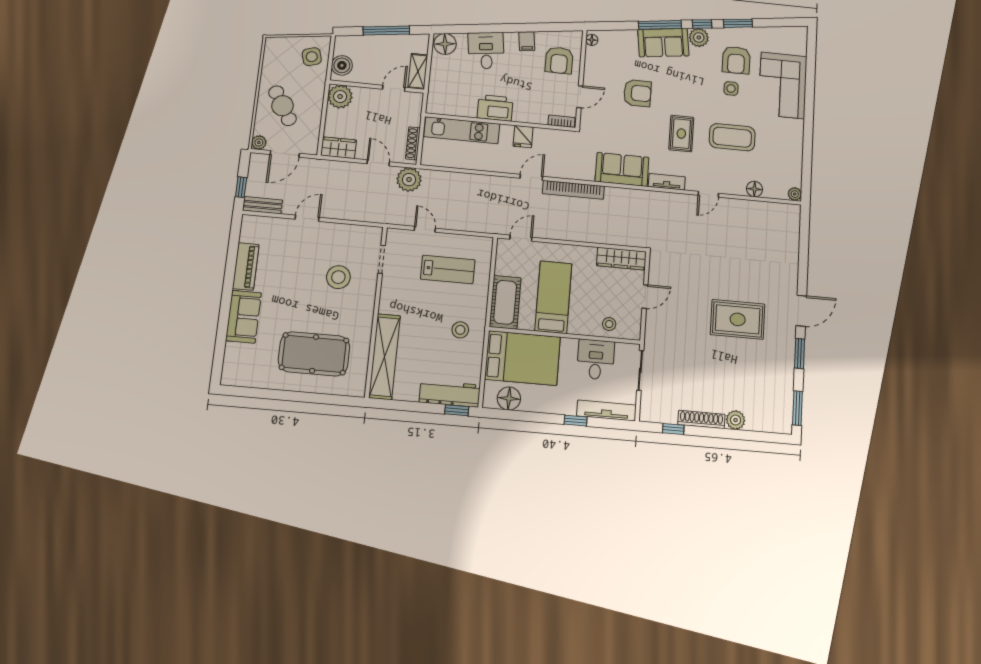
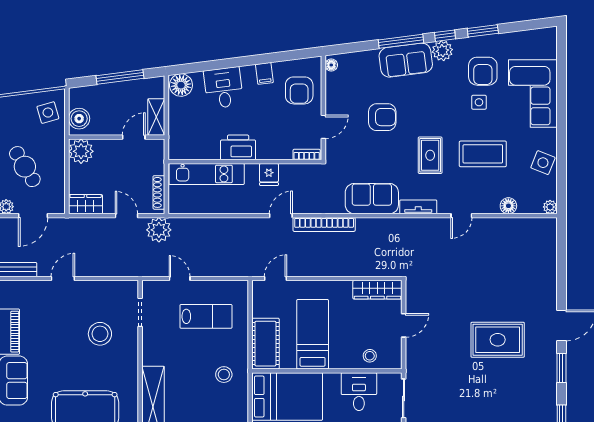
side table: (790, 151) -> (543, 163), added

